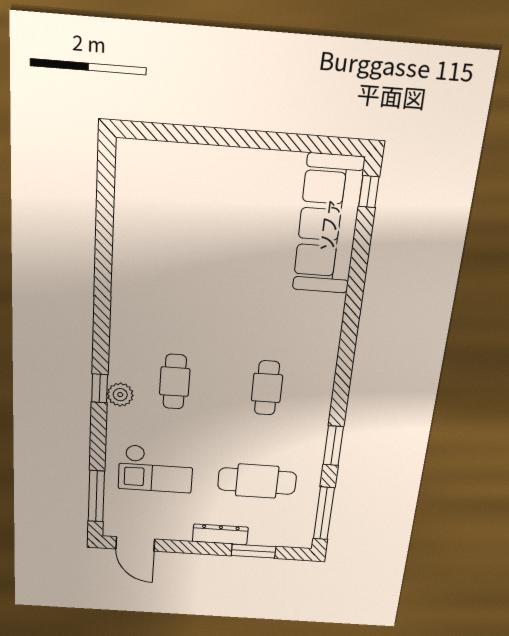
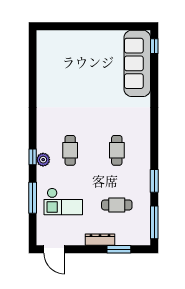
cafe table: (257, 481) -> (117, 205), width x0.73, depth x0.74
window: (96, 496) -> (33, 198), moved

